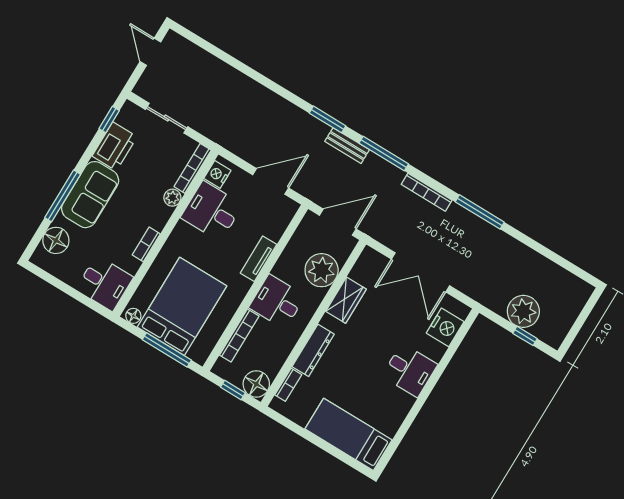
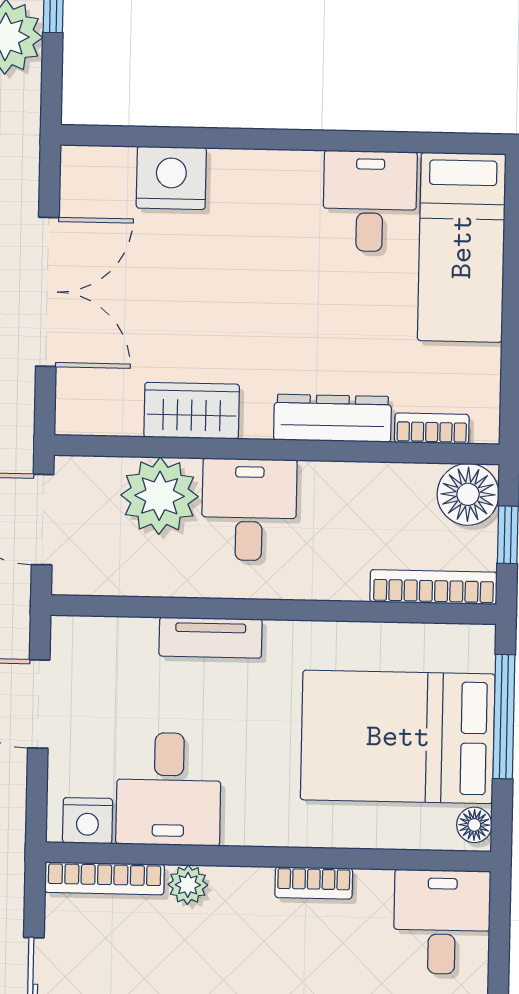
desk: (277, 302) -> (249, 510), moved, turned 180
nightstand: (445, 327) -> (171, 178), moved
bookcase: (239, 336) -> (434, 587), moved
desk: (410, 370) -> (370, 201), moved

